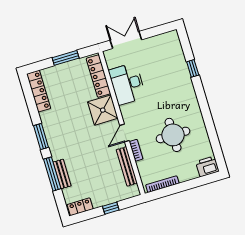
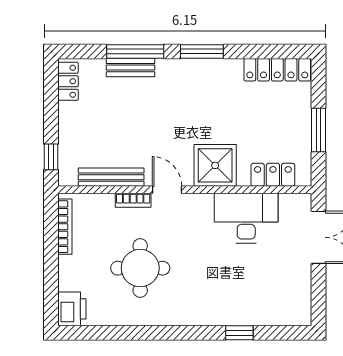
locker: (98, 76) -> (273, 175), width x0.66
window: (111, 208) -> (51, 157), moved

